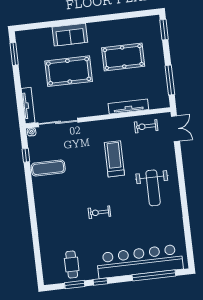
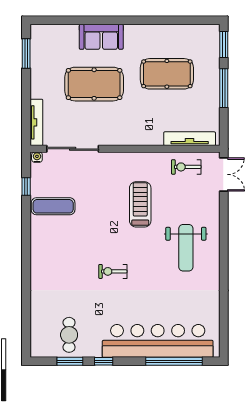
window: (170, 80) -> (224, 88), moved
tv unit: (128, 106) -> (190, 139), moved

